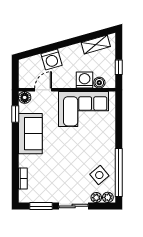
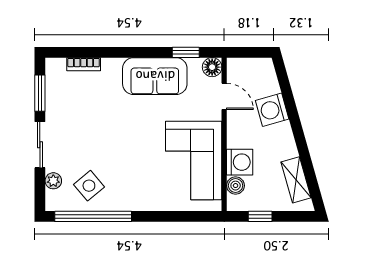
plant: (108, 197) -> (54, 199), removed

